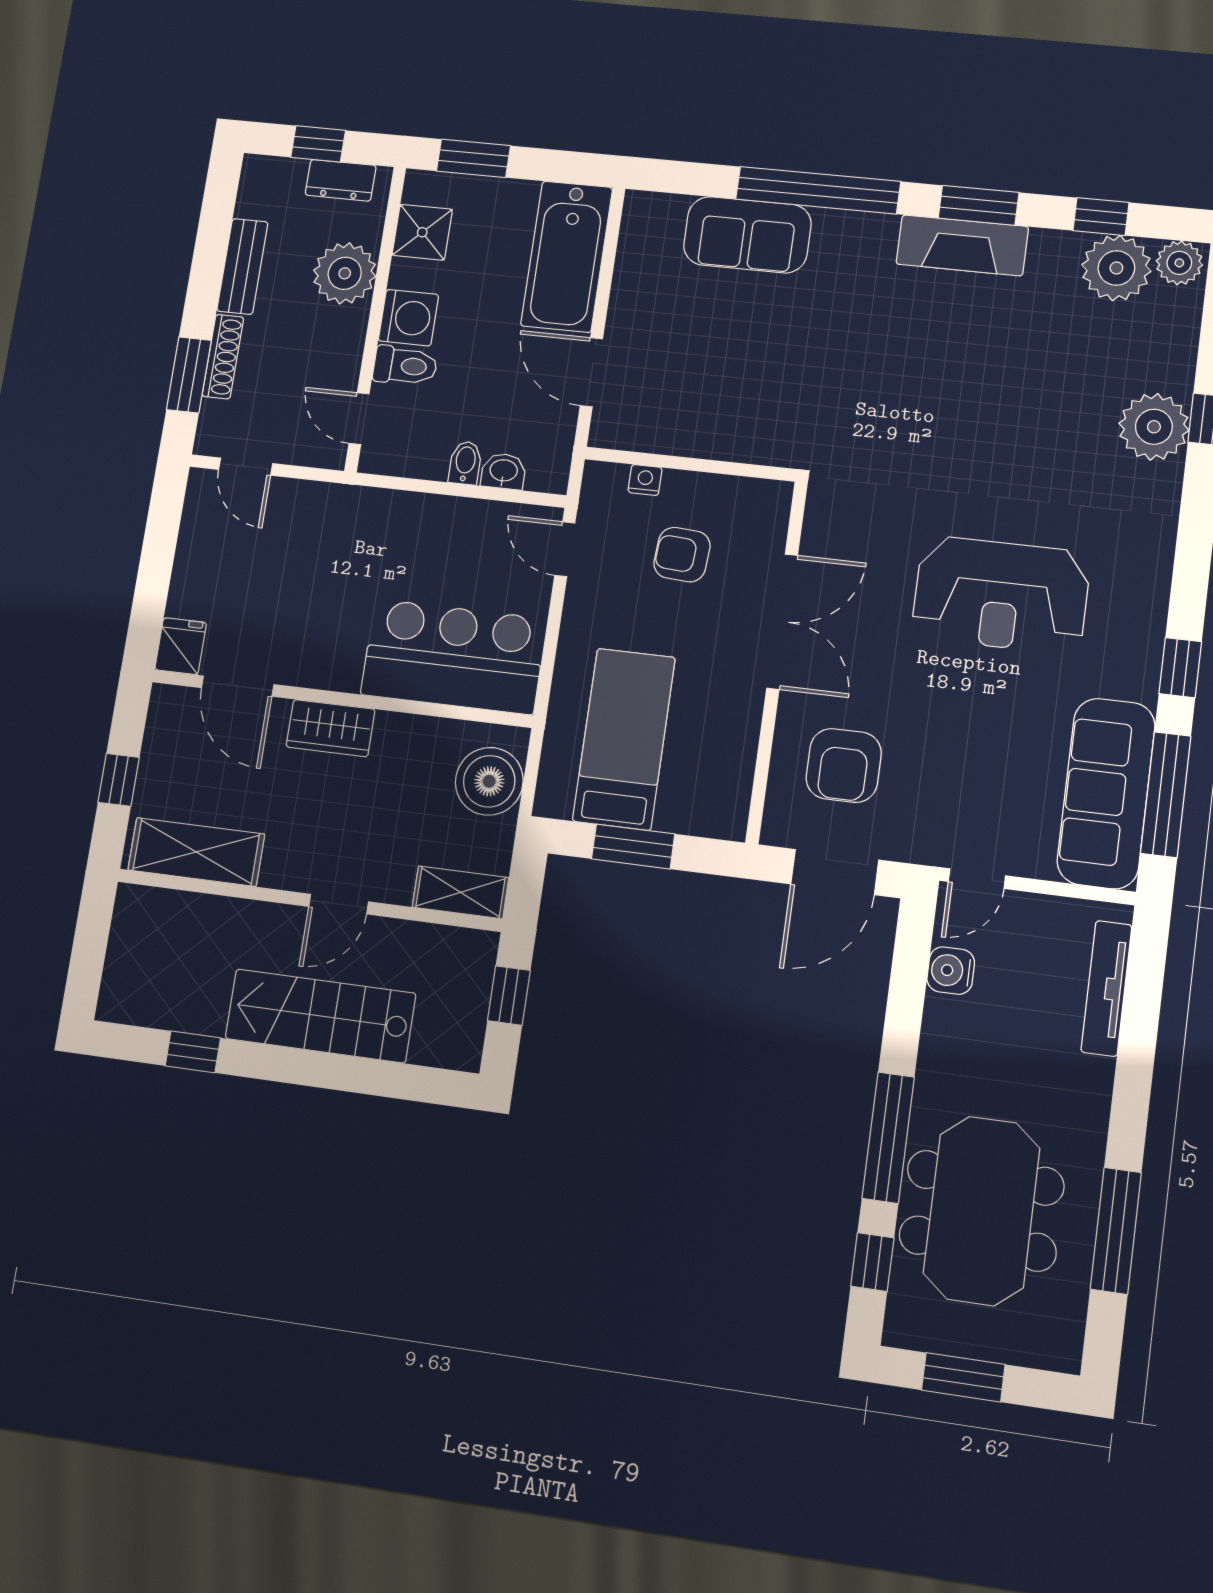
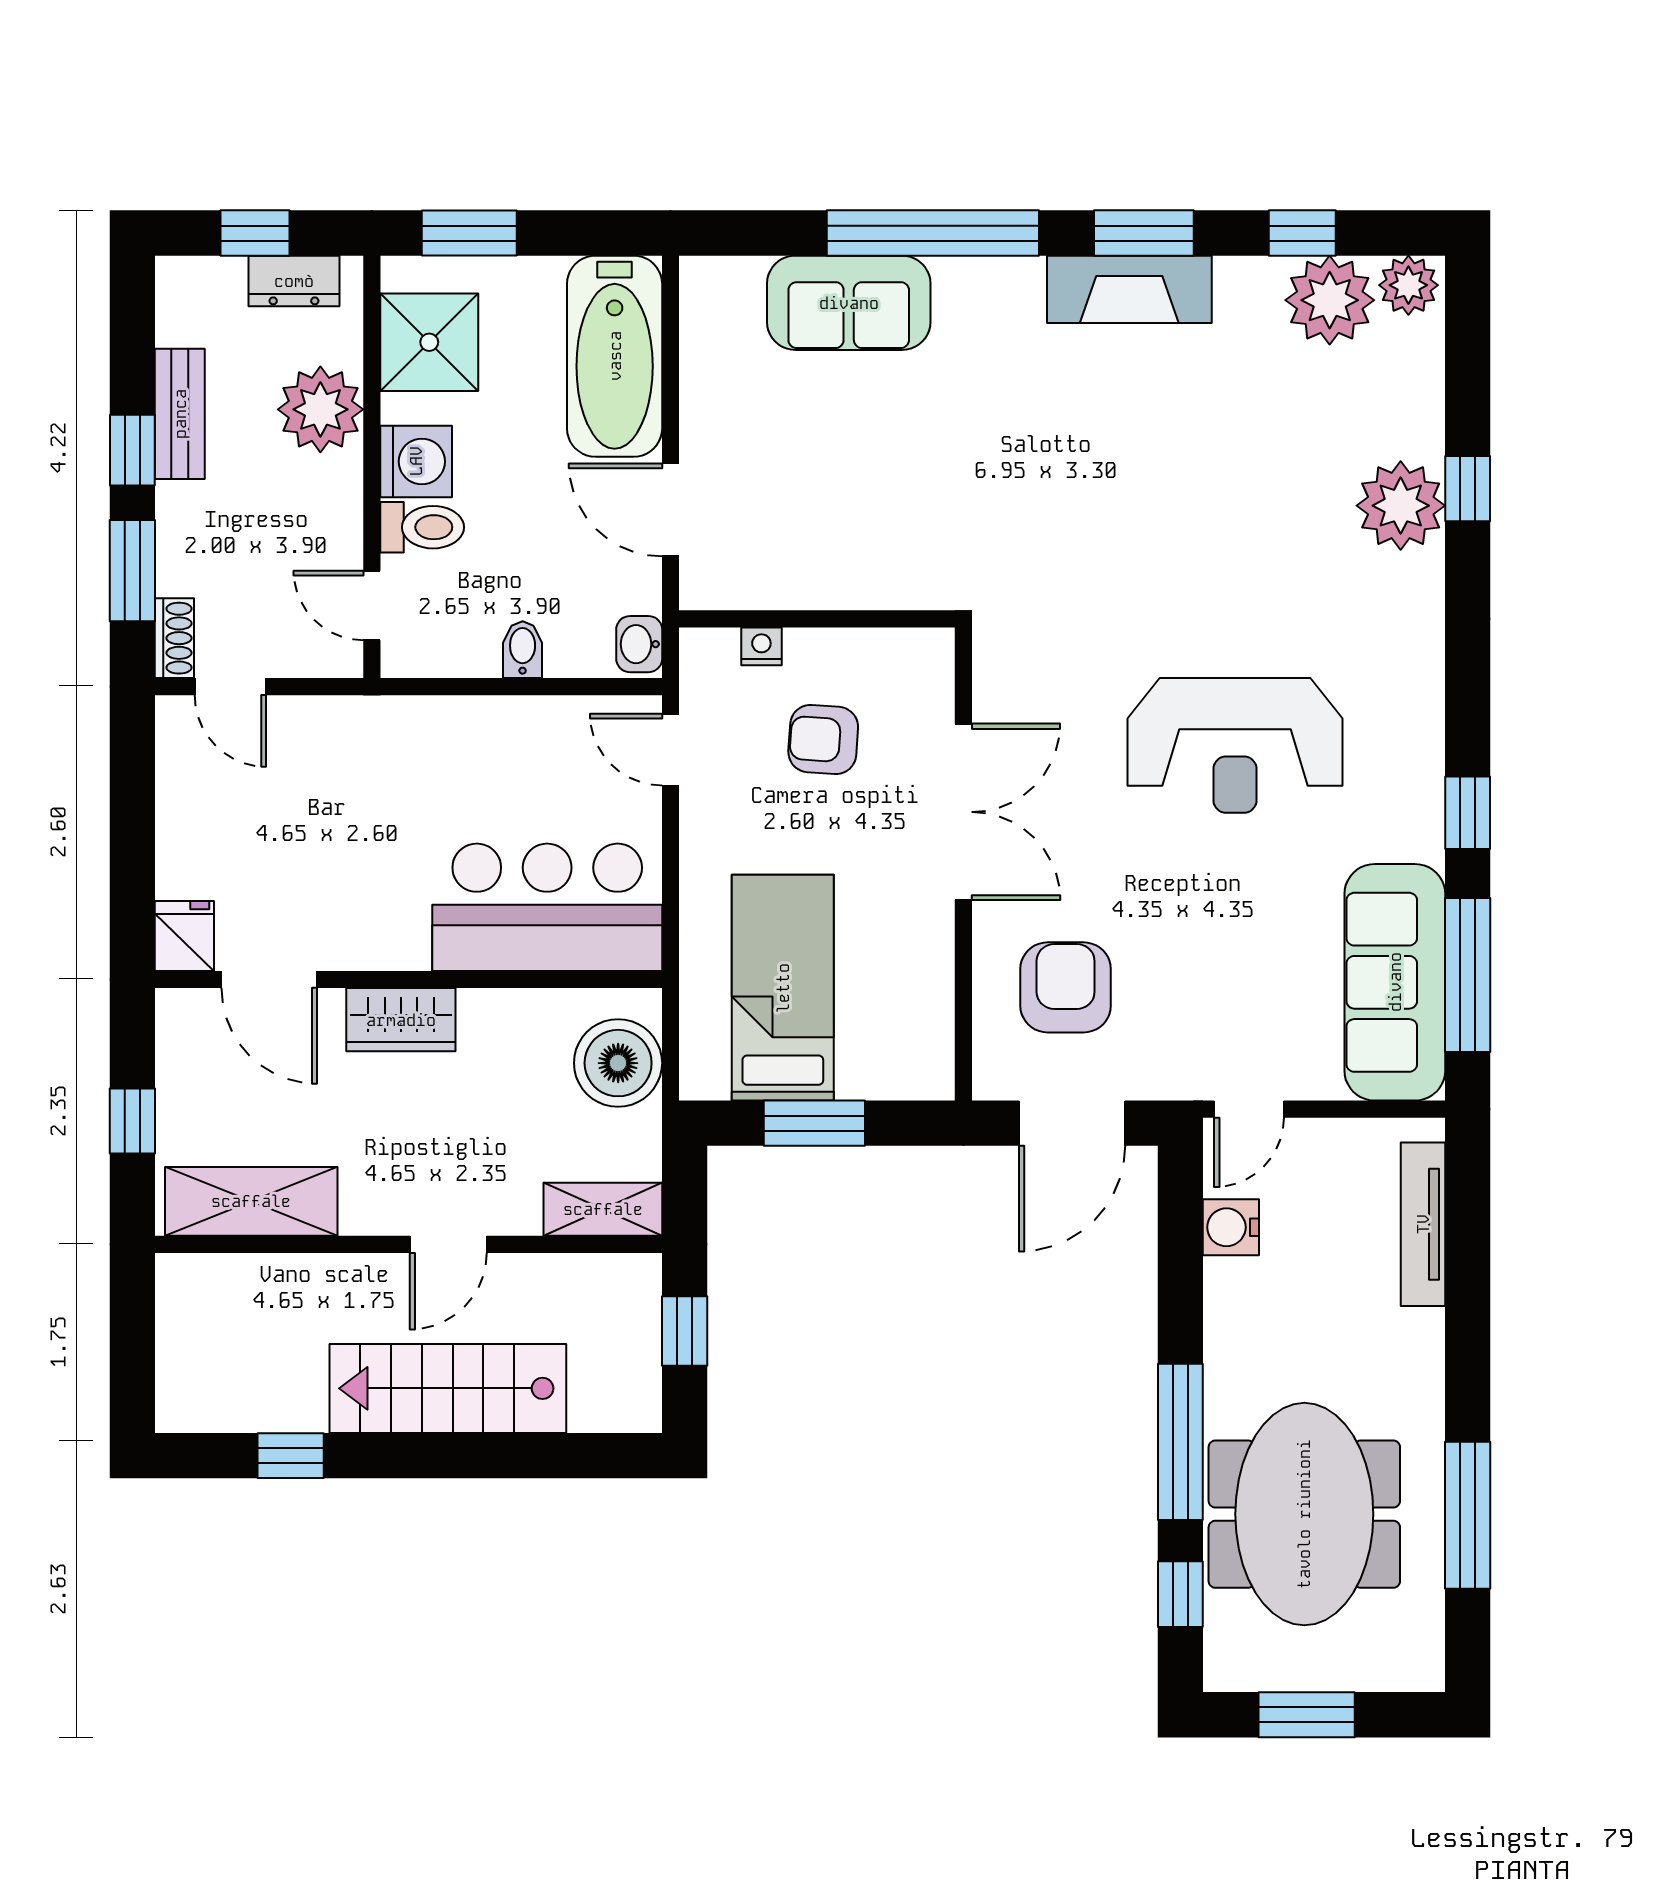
shower: (422, 232) -> (429, 342), width x1.36, depth x1.36
window: (204, 289) -> (132, 450), added
shoe rack: (223, 357) -> (174, 638), moved, width x0.70
washbasin: (504, 471) -> (639, 644), moved, turned -90
armchair: (844, 765) -> (1066, 987), turned 180

